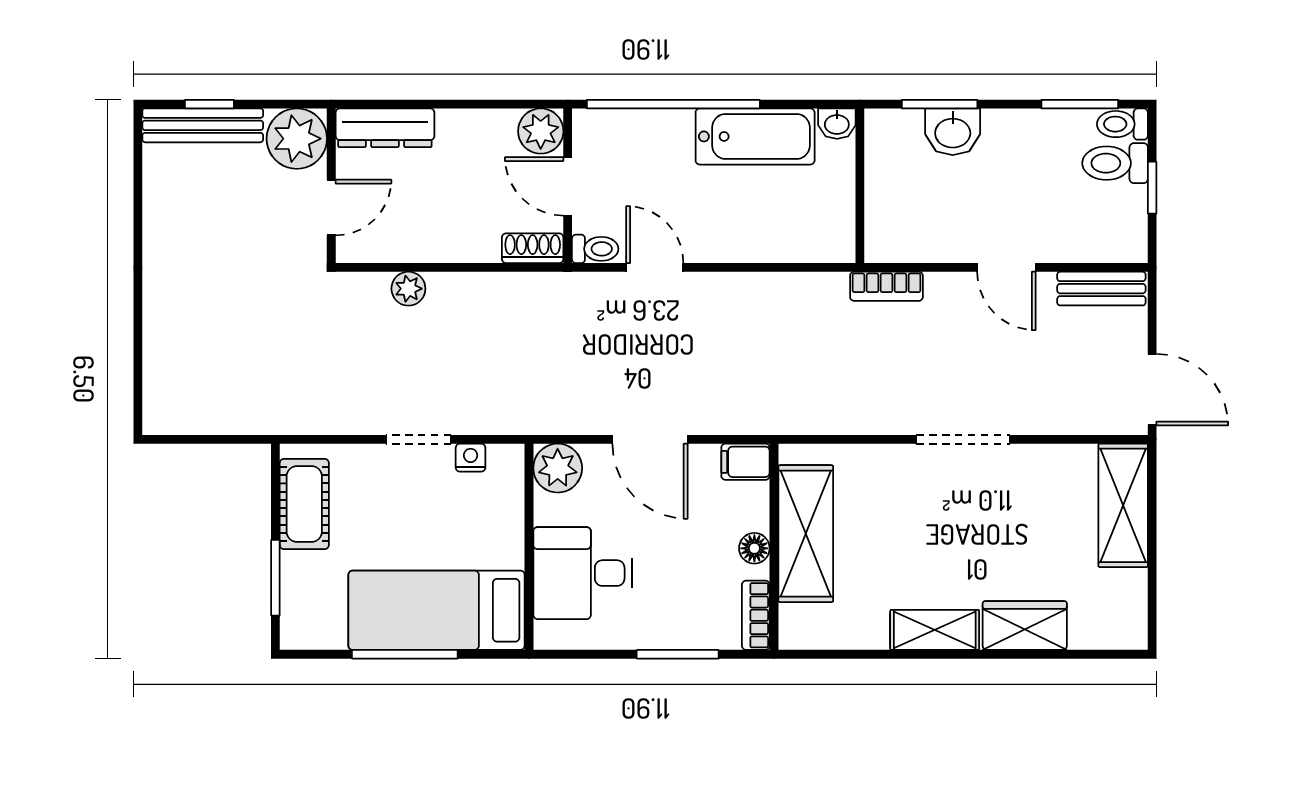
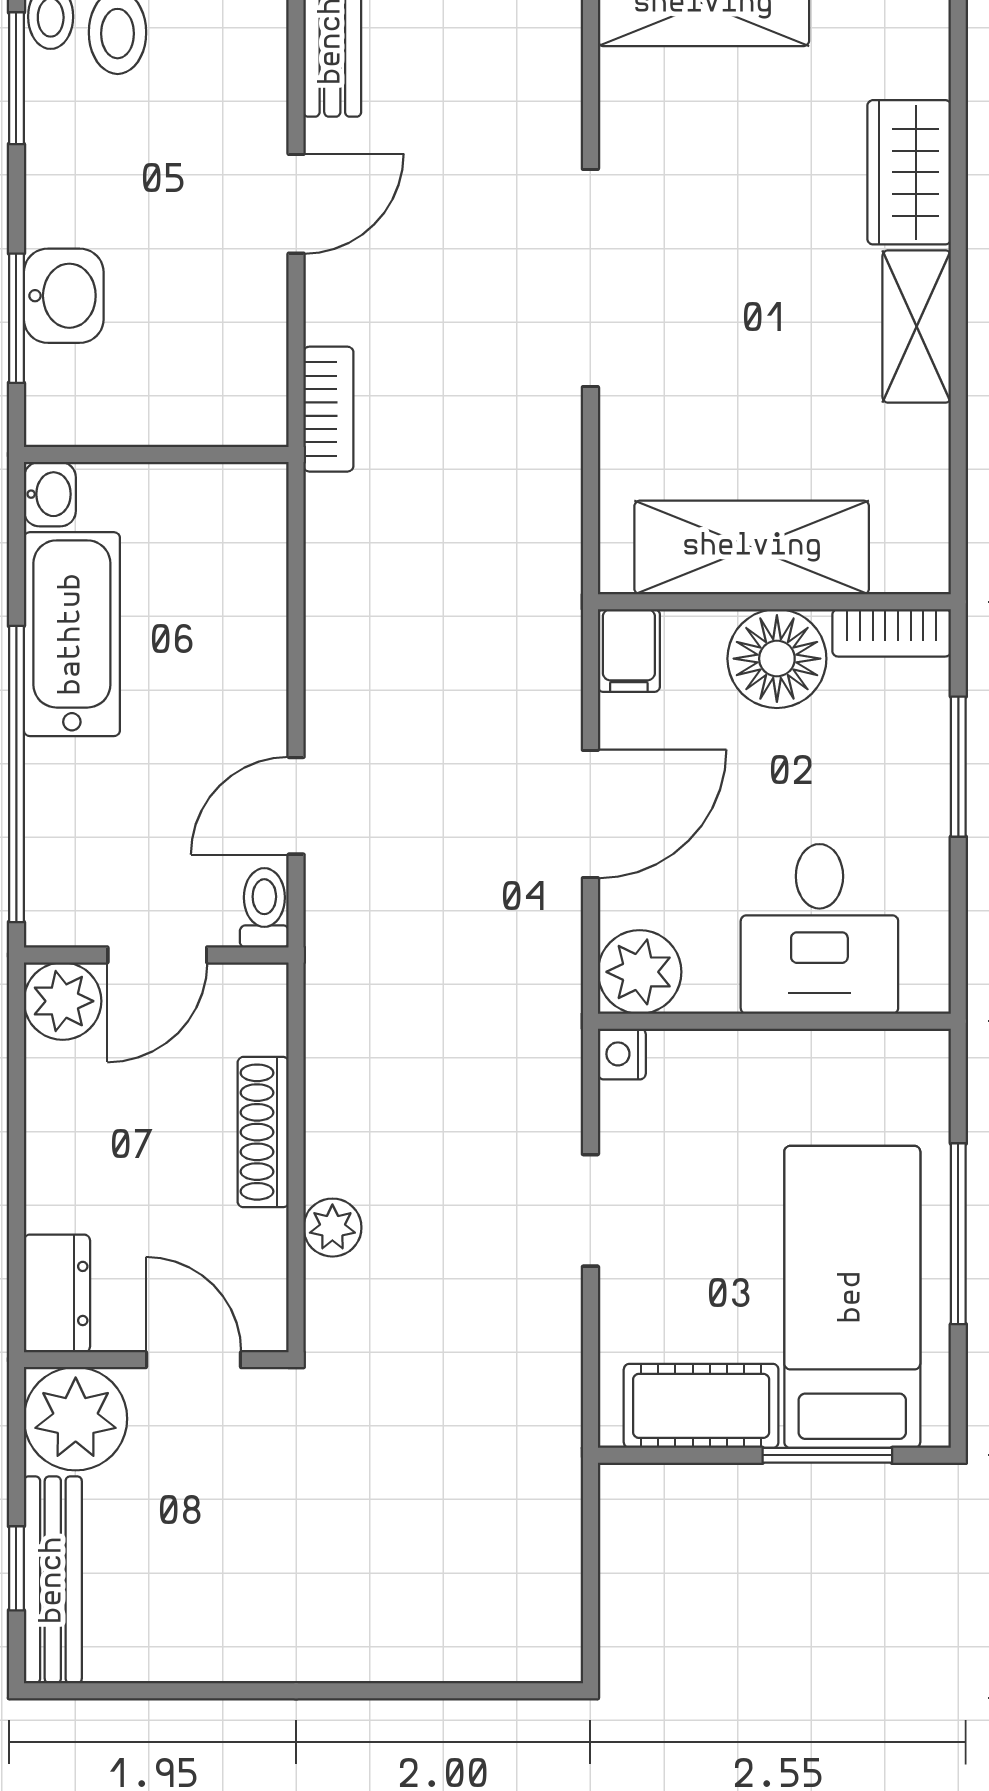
dresser: (385, 128) -> (57, 1293), width x0.70
shoe rack: (533, 248) -> (263, 1132), moved, width x1.43
doorway: (963, 439) -> (590, 278), width x1.36
nightstand: (471, 458) -> (622, 1054), moved
floor lamp: (754, 548) -> (777, 659), width x1.89, depth x1.89
bed: (436, 610) -> (852, 1297), moved, turned 180

